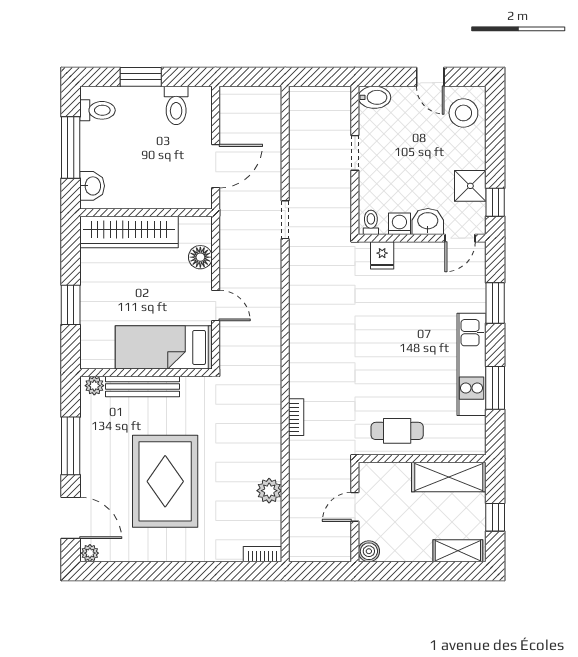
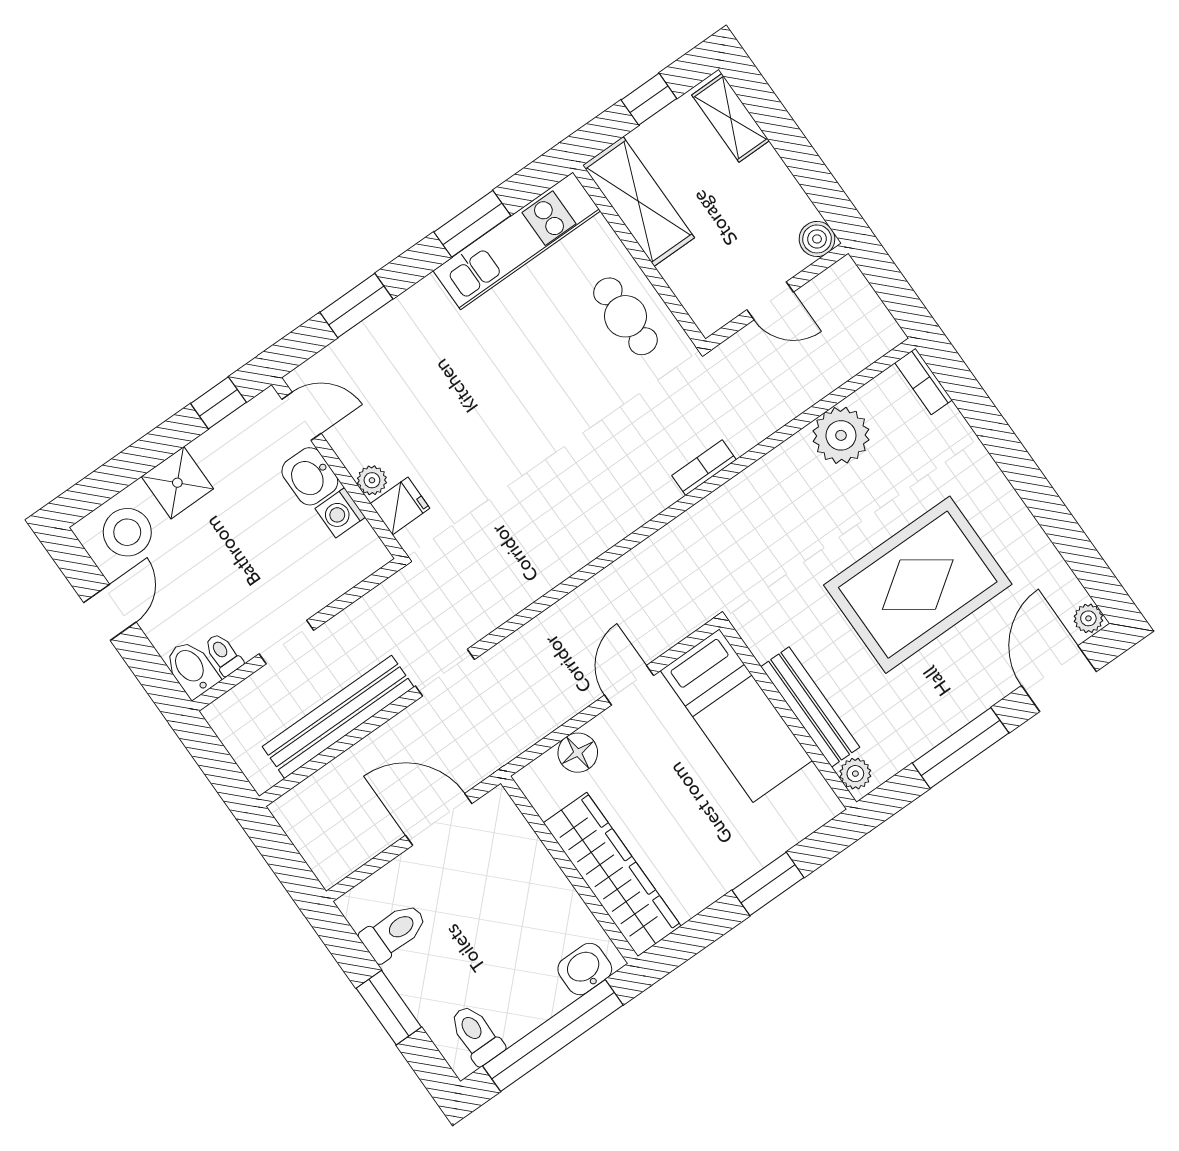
window: (71, 147) -> (553, 1036), width x1.46
bench: (300, 152) -> (338, 717), added
shower: (470, 186) -> (177, 483), moved
toilet: (371, 222) -> (223, 654), moved, turned 90
plant: (404, 250) -> (372, 480), added
kitchen unit: (471, 364) -> (517, 241), moved
plant: (269, 491) -> (841, 435), width x1.36, depth x1.36

